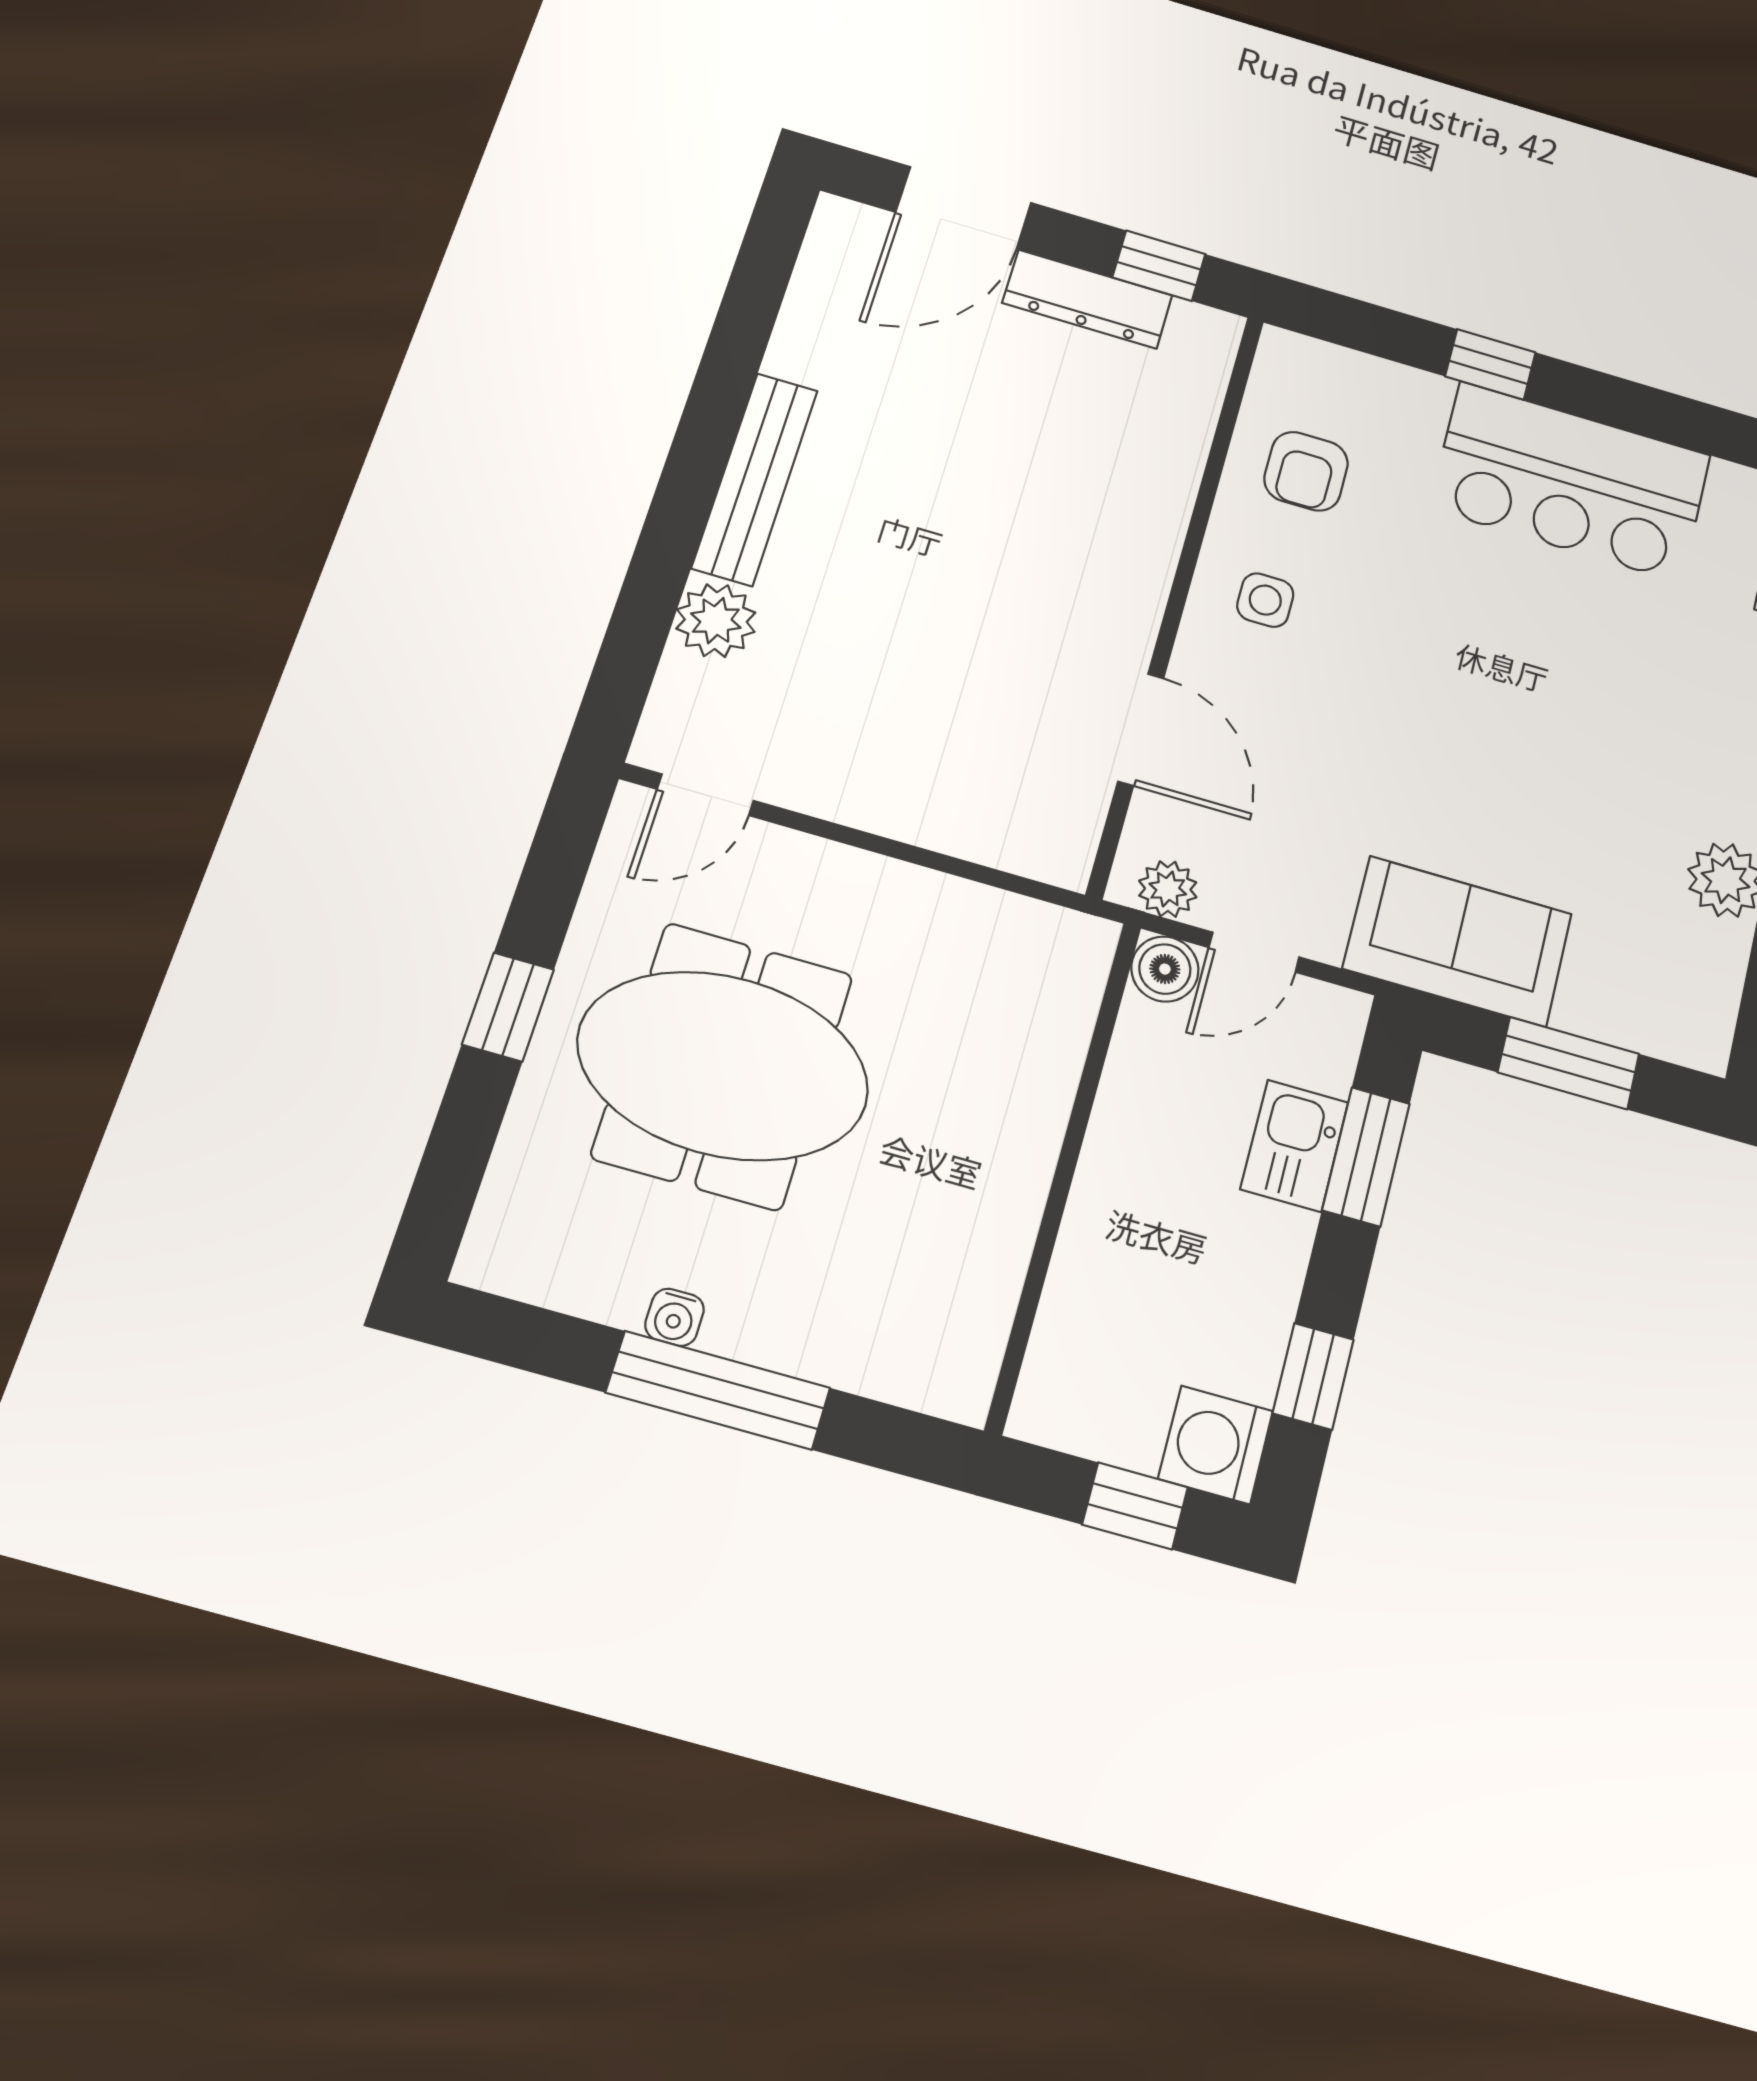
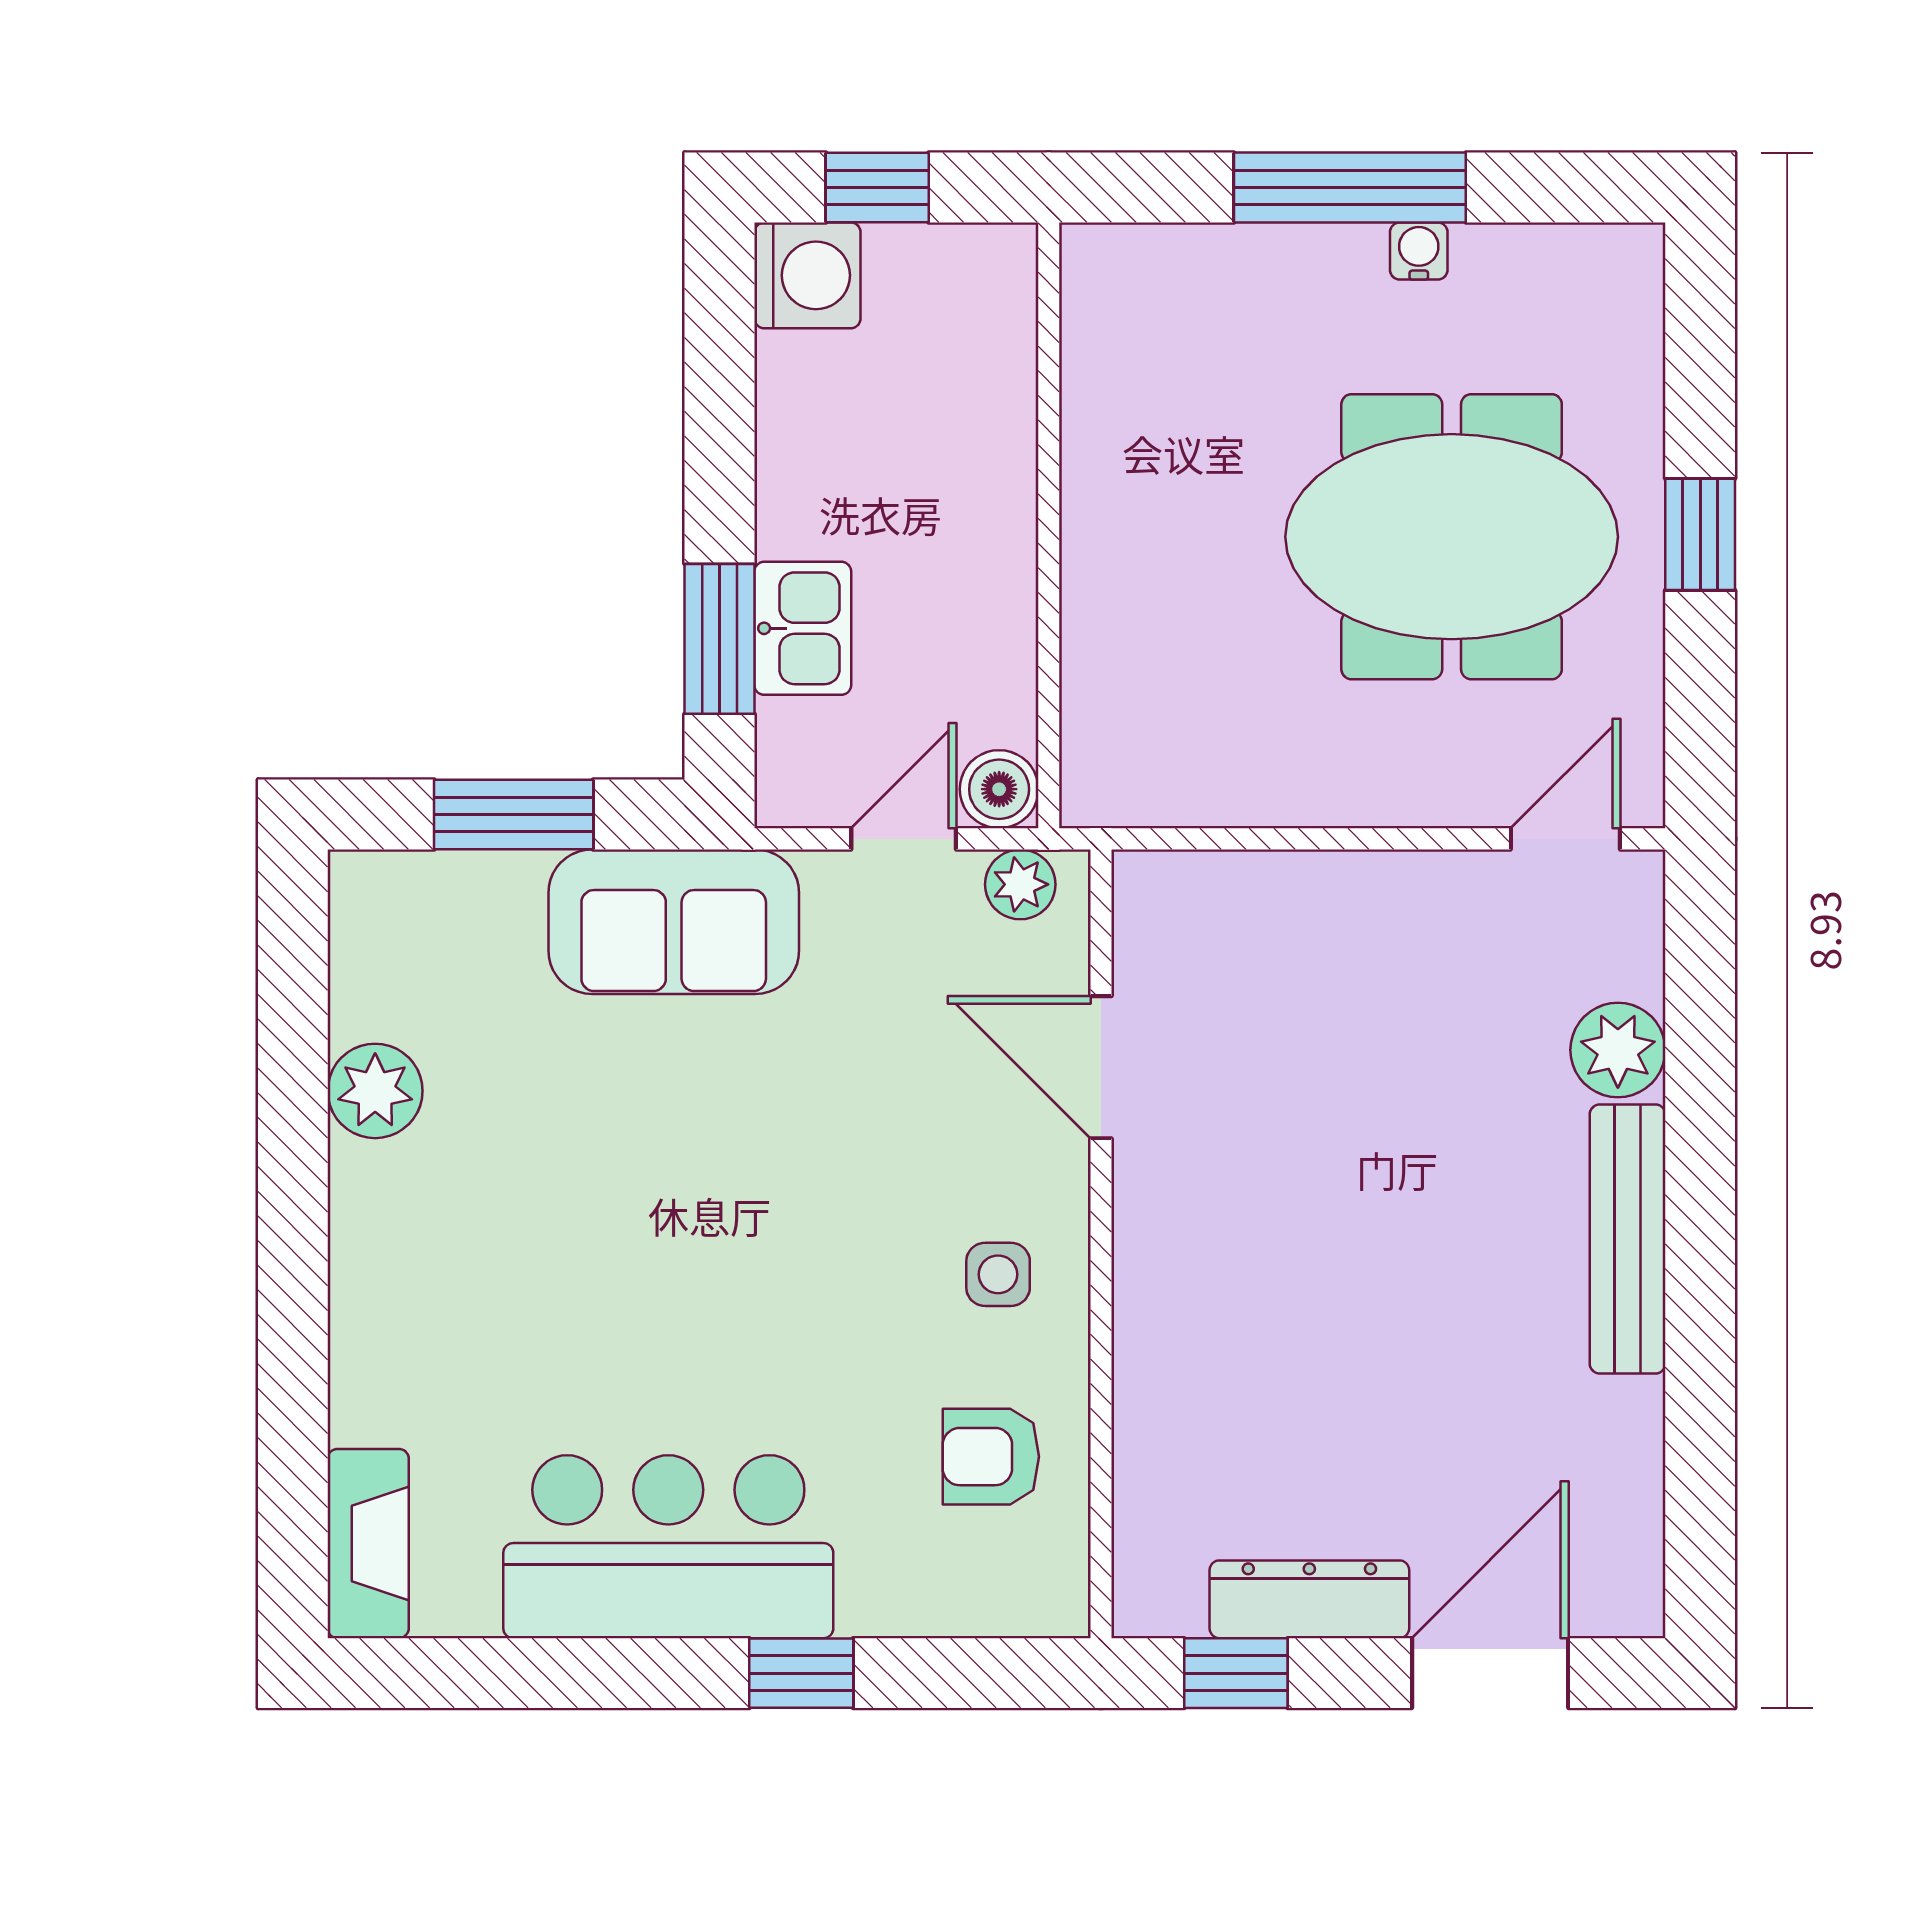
armchair: (1306, 471) -> (991, 1457), turned -90
window: (1313, 1376) -> (720, 378), removed

